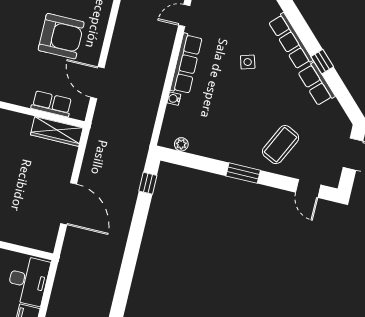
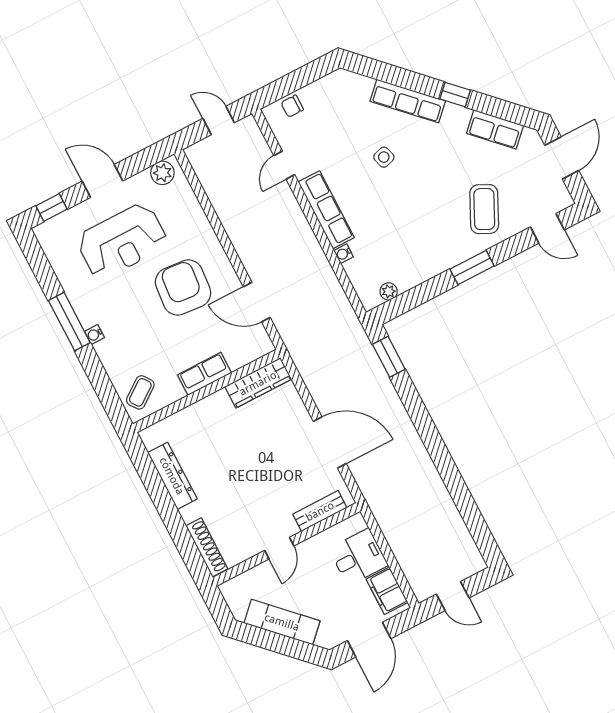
armchair: (61, 36) -> (183, 288), turned -85
row of seats: (316, 84) -> (495, 129), moved
row of seats: (52, 104) -> (205, 374), moved
window: (148, 183) -> (389, 357), width x1.50
bench: (27, 239) -> (320, 511), added
desk: (28, 281) -> (358, 557), width x0.73

